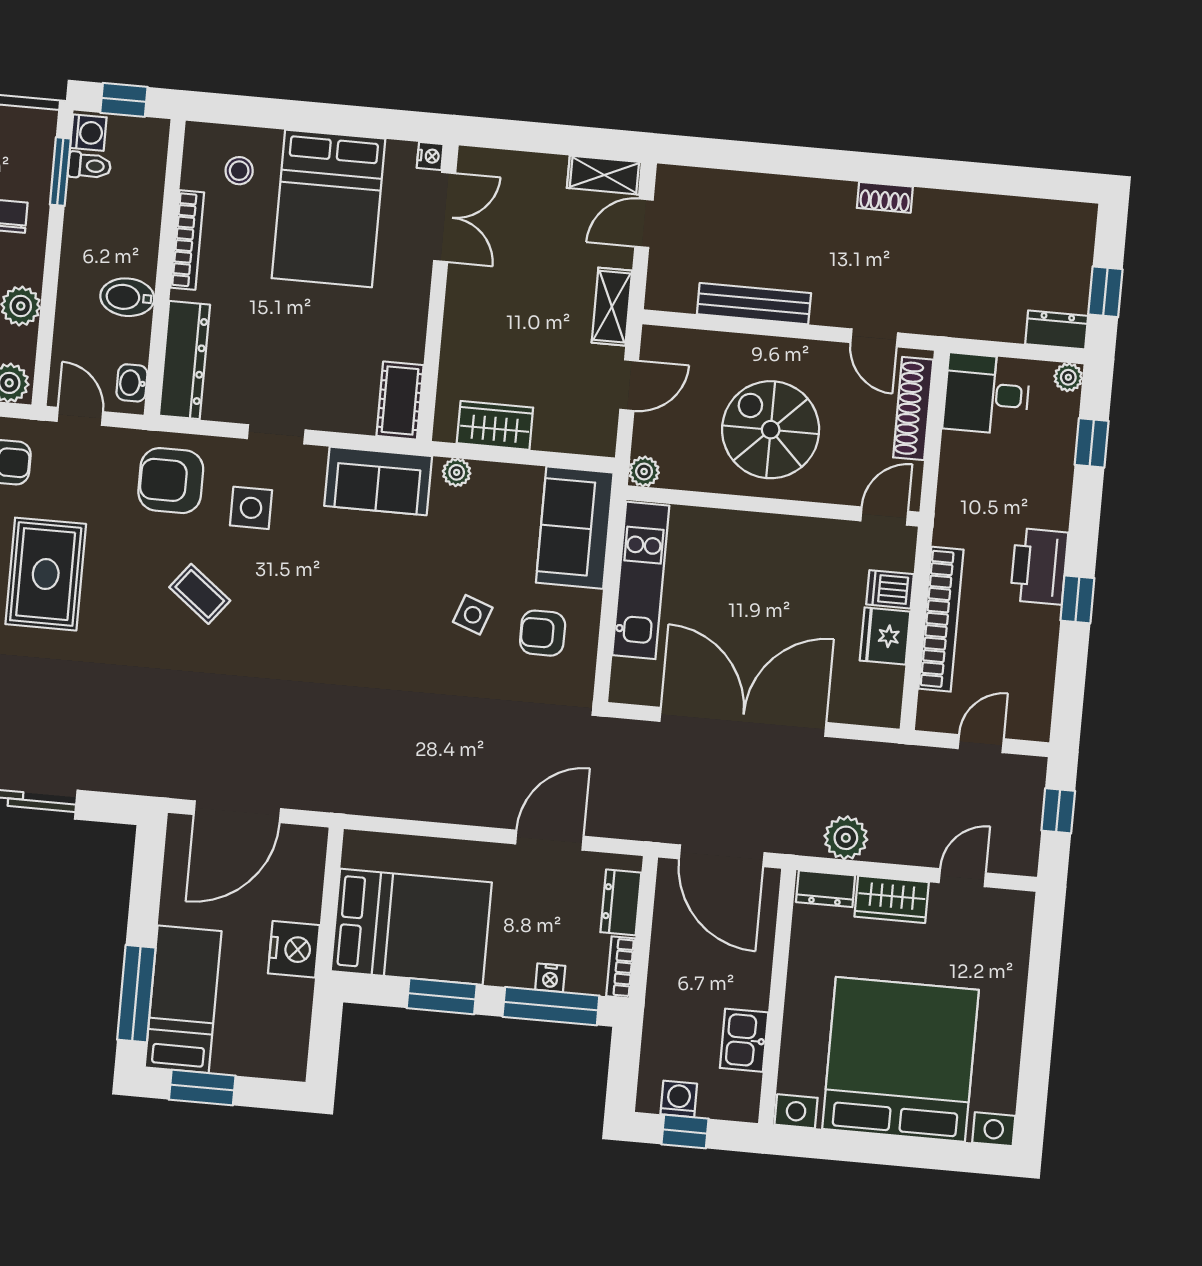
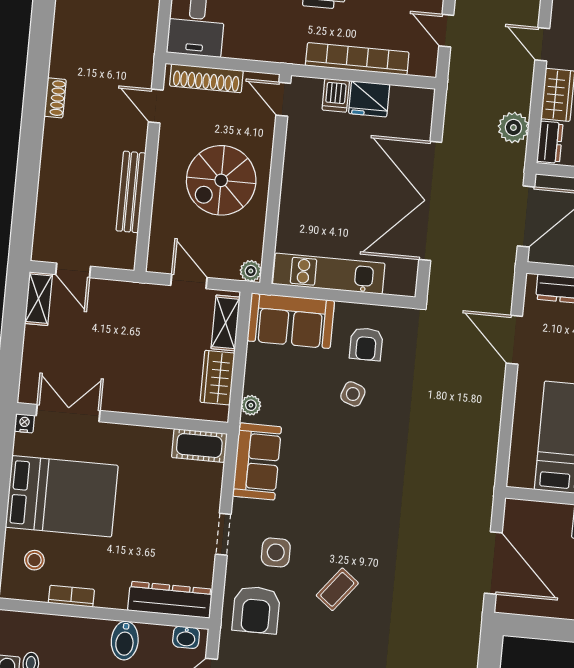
bookcase: (187, 240) -> (71, 596), width x0.64
shelving: (612, 307) -> (226, 323), moved, turned 90
door: (874, 338) -> (156, 106), swing flipped

